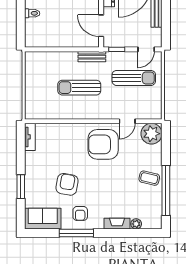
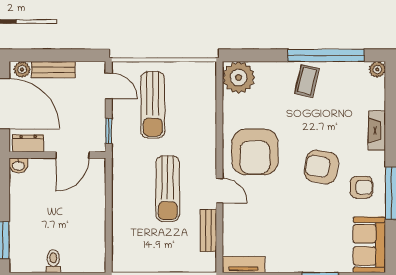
bench: (92, 57) -> (208, 230), moved
sun lounger: (134, 78) -> (153, 105), turned 180
door: (127, 121) -> (219, 191), moved
armchair: (67, 184) -> (321, 167), moved
plant: (136, 224) -> (377, 69), moved

